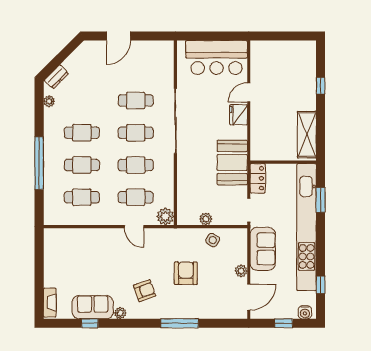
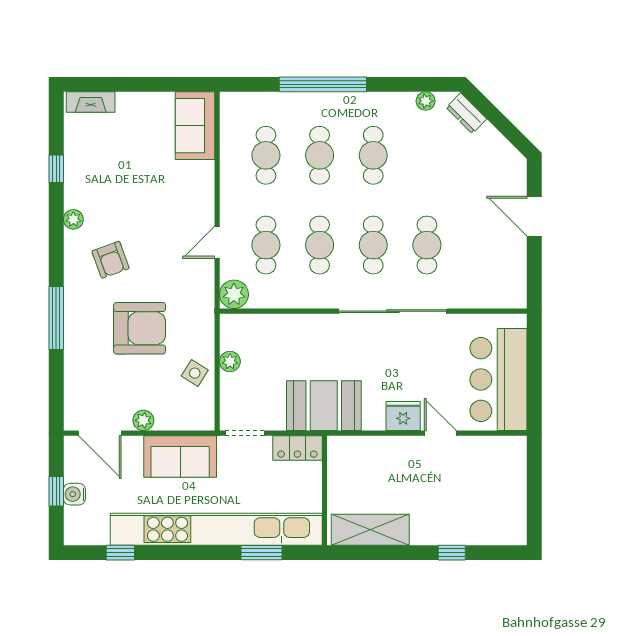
armchair: (186, 273) -> (140, 328), width x1.36, depth x1.36
sofa: (93, 307) -> (195, 126), moved, turned 180
water cooler: (305, 312) -> (74, 494), moved

